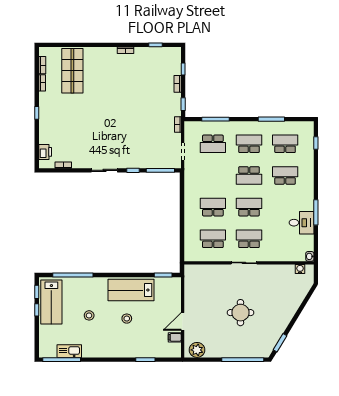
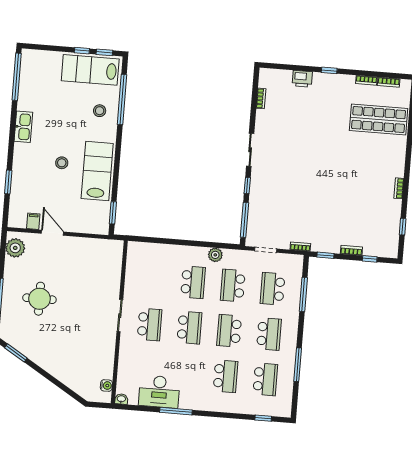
printer: (45, 152) -> (302, 79), moved
plant: (190, 191) -> (215, 255), added
desk: (302, 223) -> (159, 392), width x1.37
school desk: (213, 239) -> (233, 285), moved, turned 180
round table: (240, 313) -> (39, 299), moved
stool: (89, 315) -> (100, 111), moved
kitchen sink: (69, 351) -> (23, 127), moved

